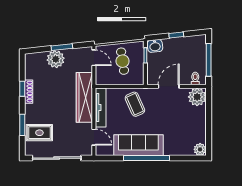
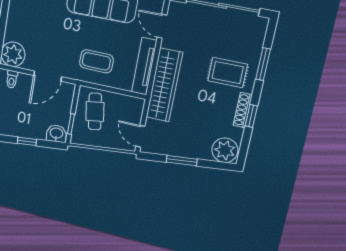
plant: (56, 59) -> (225, 150), moved
cafe table: (123, 61) -> (95, 111), moved
coffee table: (135, 104) -> (96, 61), turned -65
rug: (39, 133) -> (228, 73), moved

